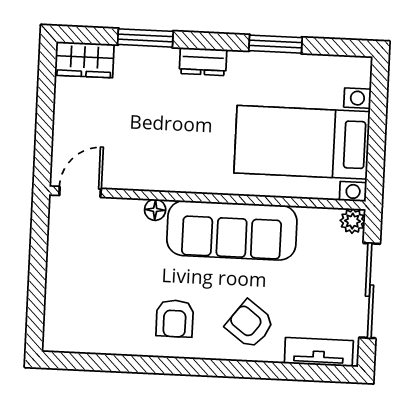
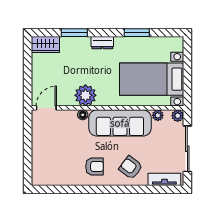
plant: (163, 170) -> (85, 95), added
plant: (311, 218) -> (158, 115), added
armchair: (175, 319) -> (95, 166), turned -90

